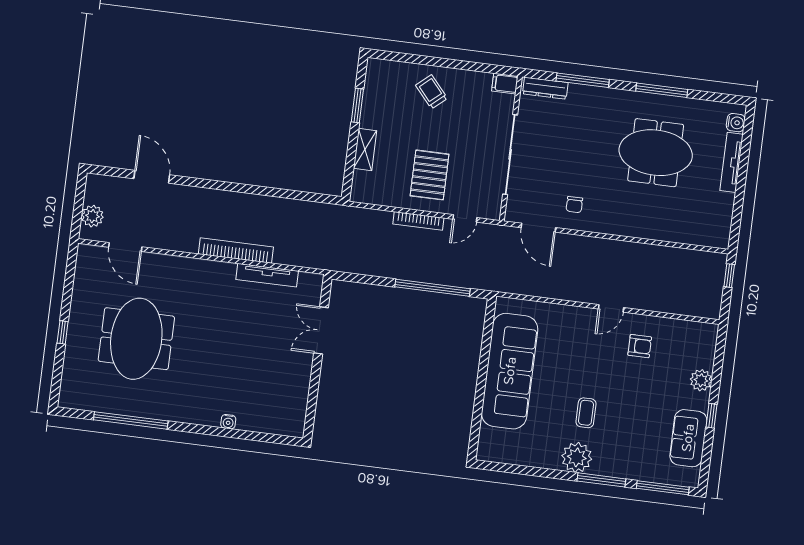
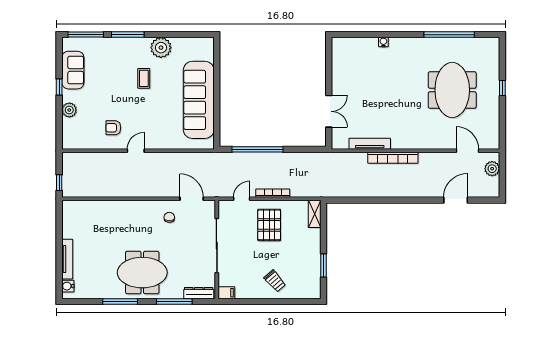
shelving: (365, 149) -> (315, 214), moved
meeting table: (656, 153) -> (142, 273), moved
door: (152, 177) -> (456, 200), swing flipped
plant: (577, 457) -> (161, 48), moved

